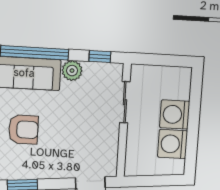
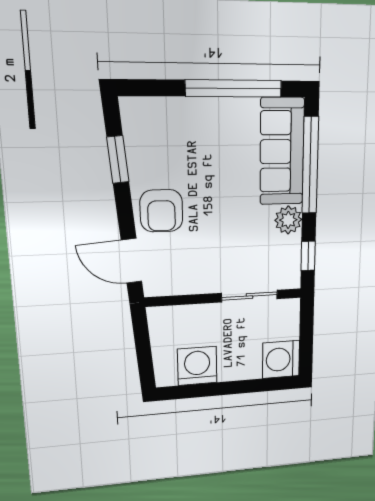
washing machine: (175, 114) -> (281, 359), moved, turned -90
armchair: (23, 130) -> (161, 211), moved

